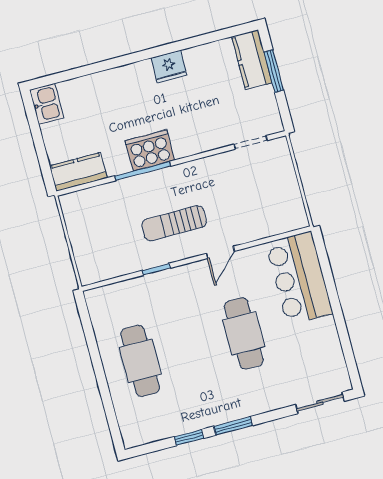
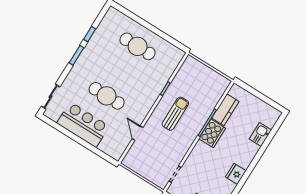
kitchen sink: (47, 104) -> (260, 135), moved, turned 90
kitchen counter: (78, 172) -> (225, 110), moved
door: (220, 252) -> (137, 133), moved
bar counter: (299, 278) -> (83, 125), moved

